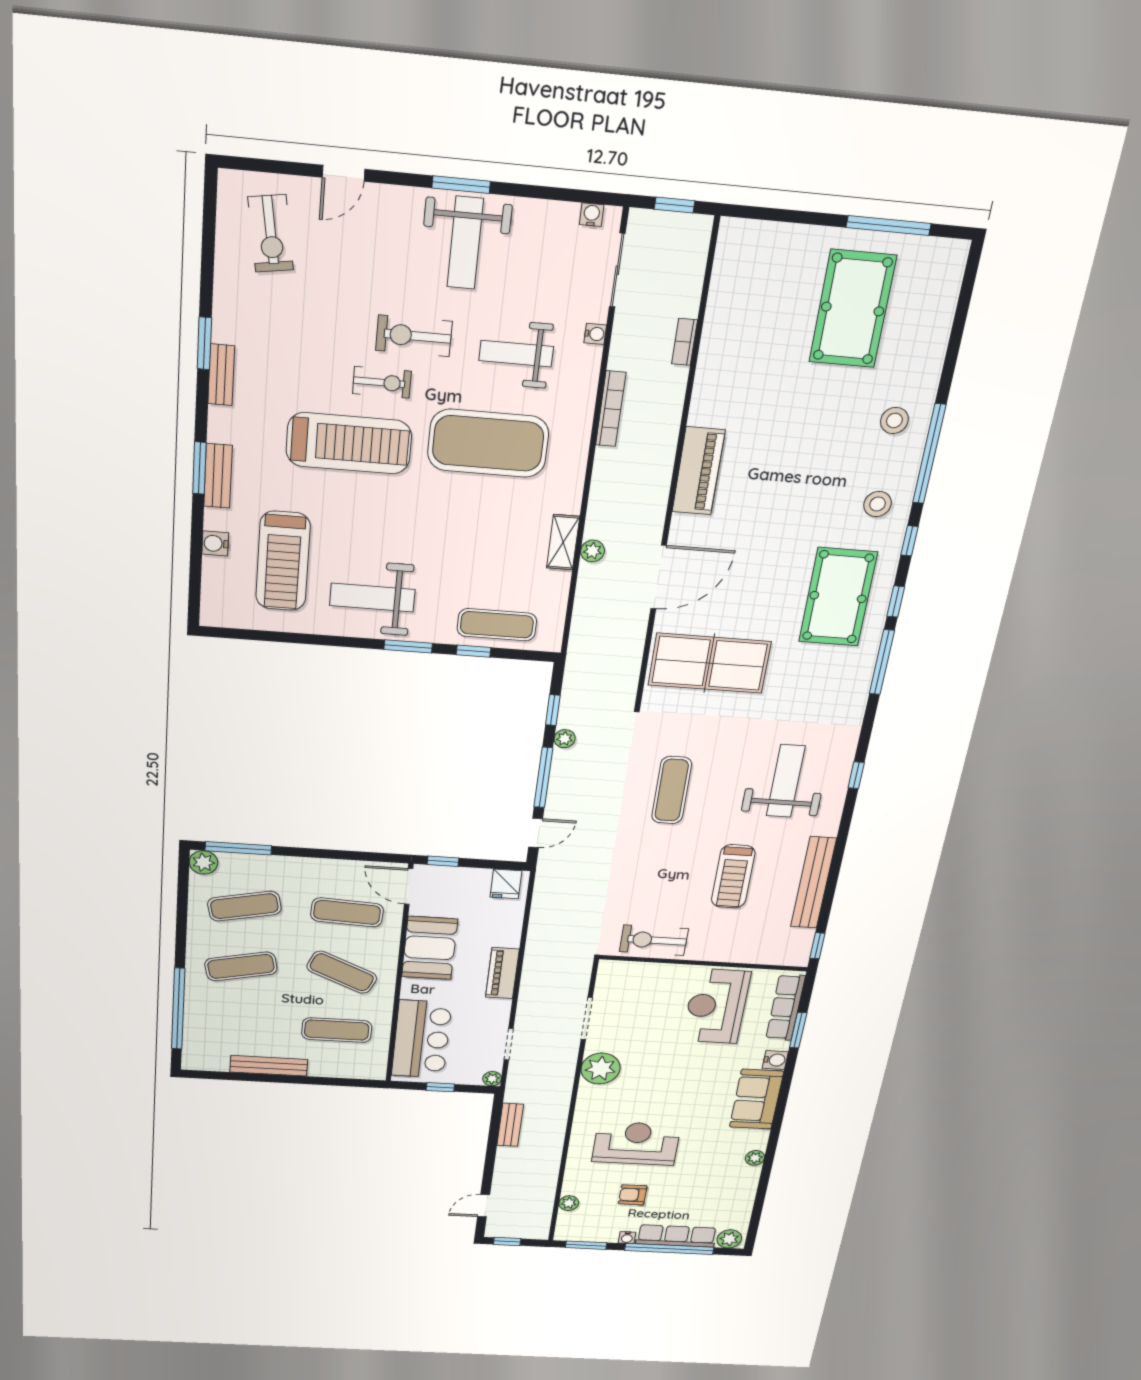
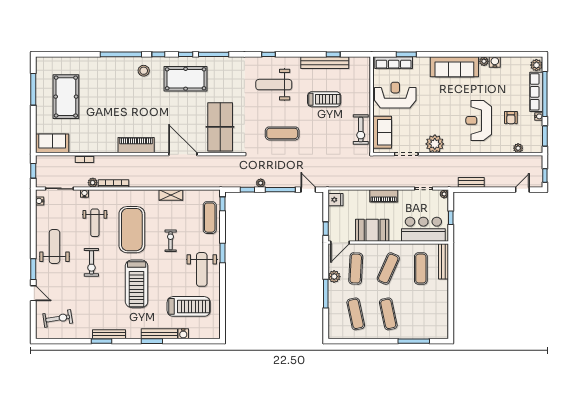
window: (461, 185) -> (33, 269), moved
weight bench: (465, 243) -> (54, 247), turned -90
sofa: (738, 262) -> (52, 143), added
pool table: (853, 309) -> (66, 97), turned 90
bench: (221, 375) -> (109, 334), width x1.36
exercise bike: (382, 382) -> (171, 241), moved
stool: (894, 420) -> (108, 71), removed
treadmill: (349, 443) -> (137, 284), turned 180
bench: (218, 476) -> (159, 334), width x1.36
plant: (593, 551) -> (93, 183), moved
window: (474, 651) -> (223, 204), moved
window: (238, 848) -> (326, 294), moved
plant: (203, 862) -> (334, 277), moved
window: (817, 946) -> (333, 54), moved
sofa: (641, 979) -> (382, 132), added
reception desk: (716, 1006) -> (395, 95), turned 180
window: (178, 1009) -> (414, 341), width x0.68
water cooler: (775, 1060) -> (495, 62), moved
bench: (269, 1066) -> (444, 261), moved
sofa: (757, 1099) -> (454, 67), width x1.36
door: (484, 1206) -> (522, 190), swing flipped

